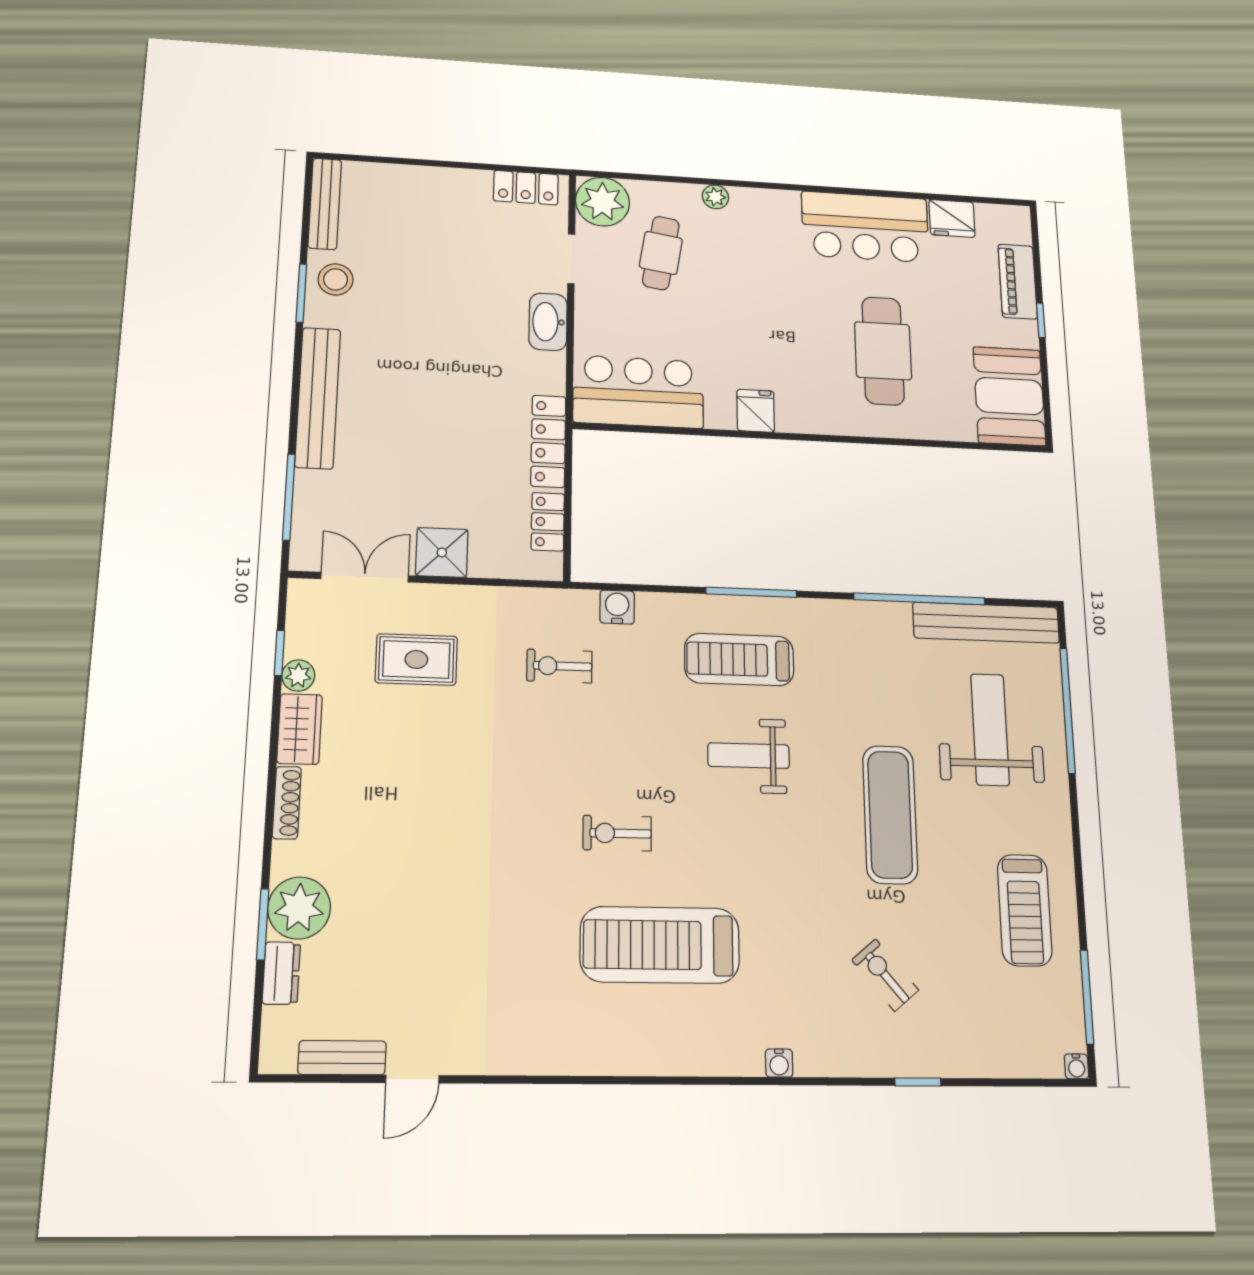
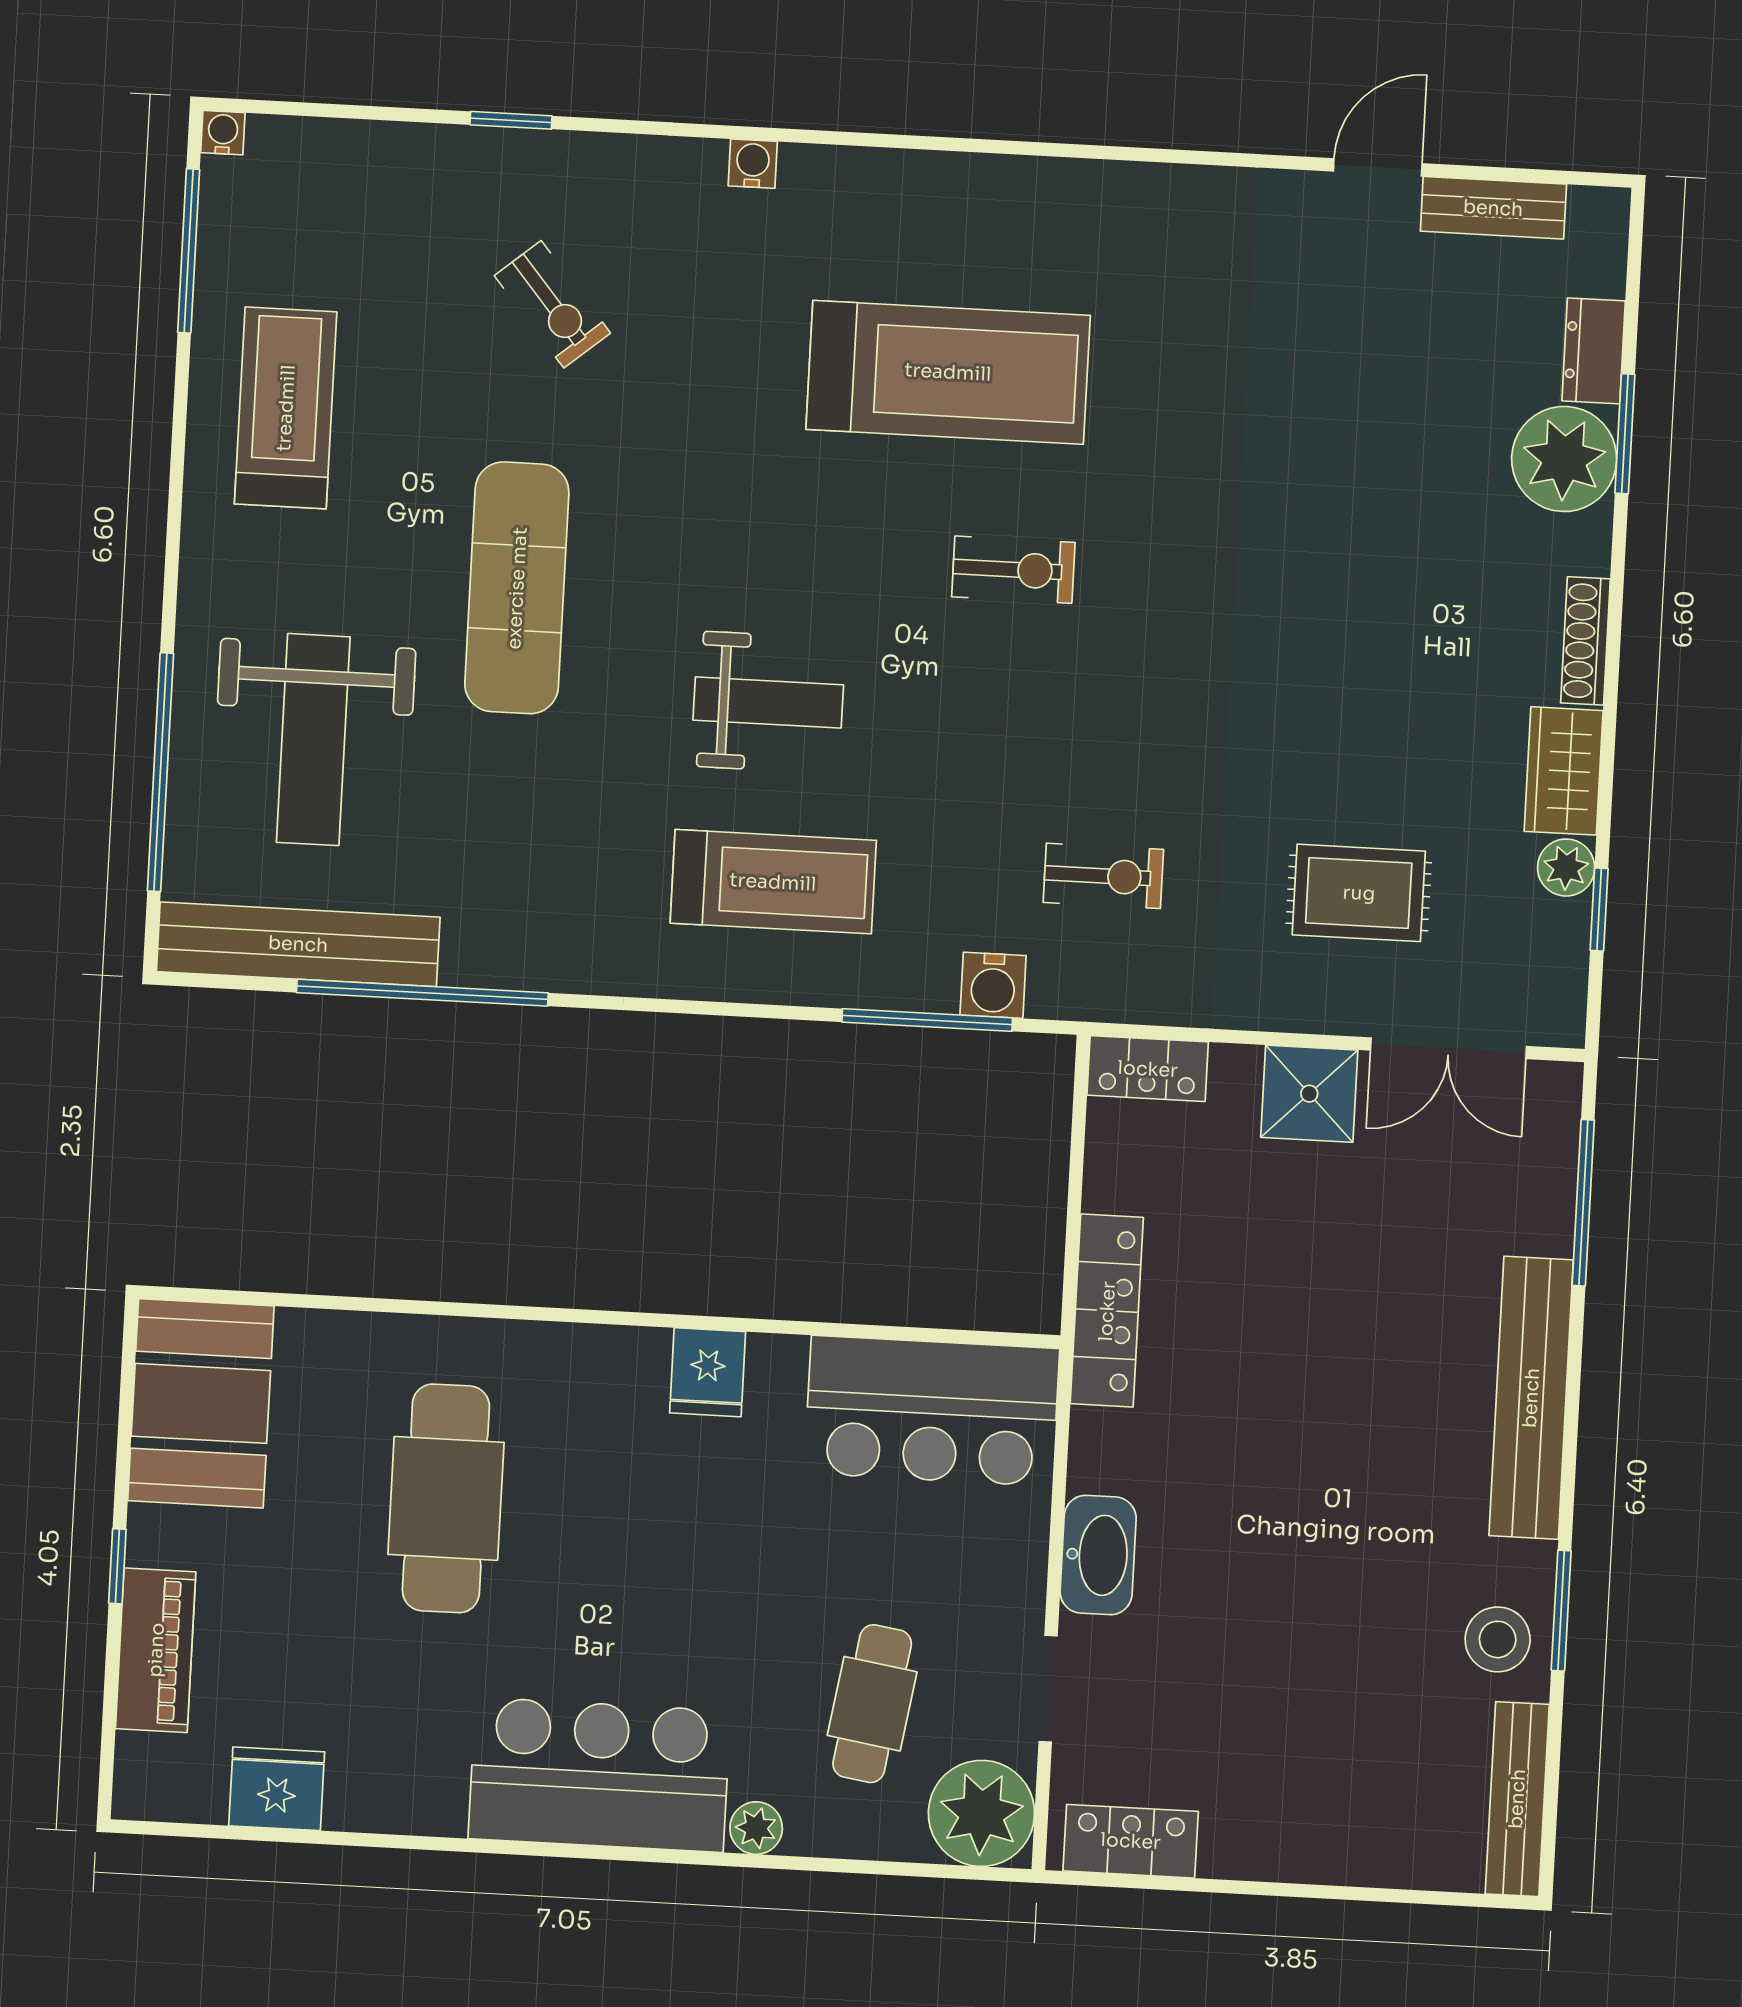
bar counter: (865, 227) -> (599, 1775), moved
locker: (548, 522) -> (1148, 1069), moved, turned 90
window: (751, 592) -> (927, 1020), moved

